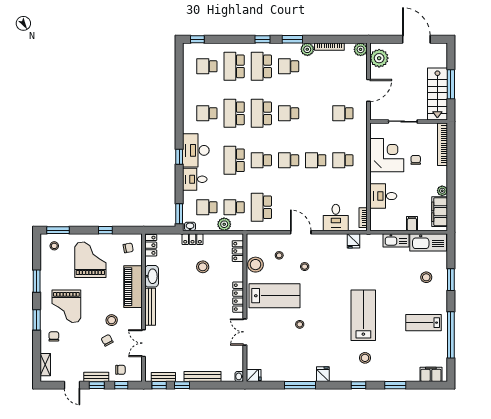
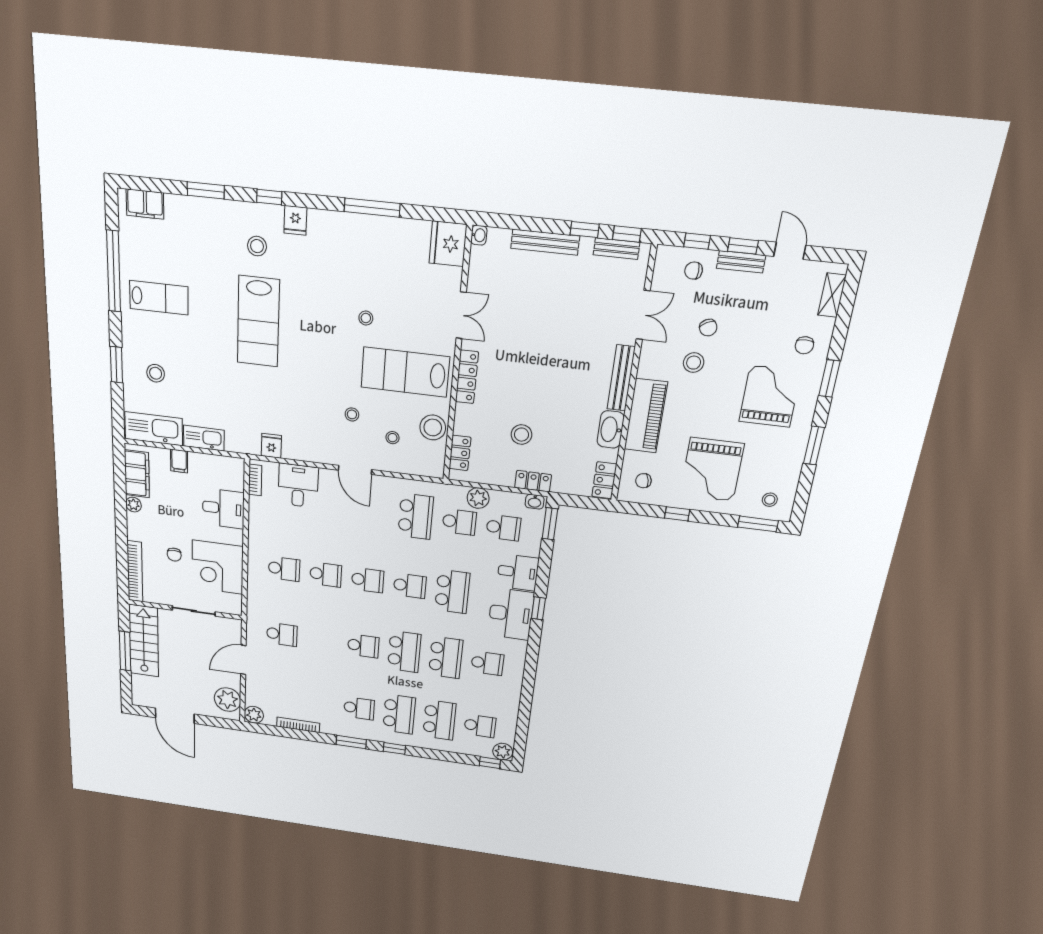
plant: (307, 49) -> (503, 752), moved
fridge: (323, 374) -> (295, 220), moved
fridge: (254, 376) -> (448, 244), width x1.88, depth x1.34

